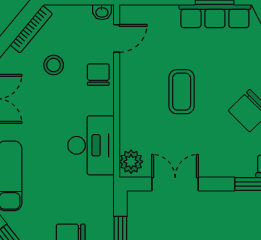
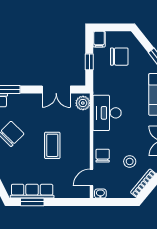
chair: (98, 75) -> (103, 156), turned 180

